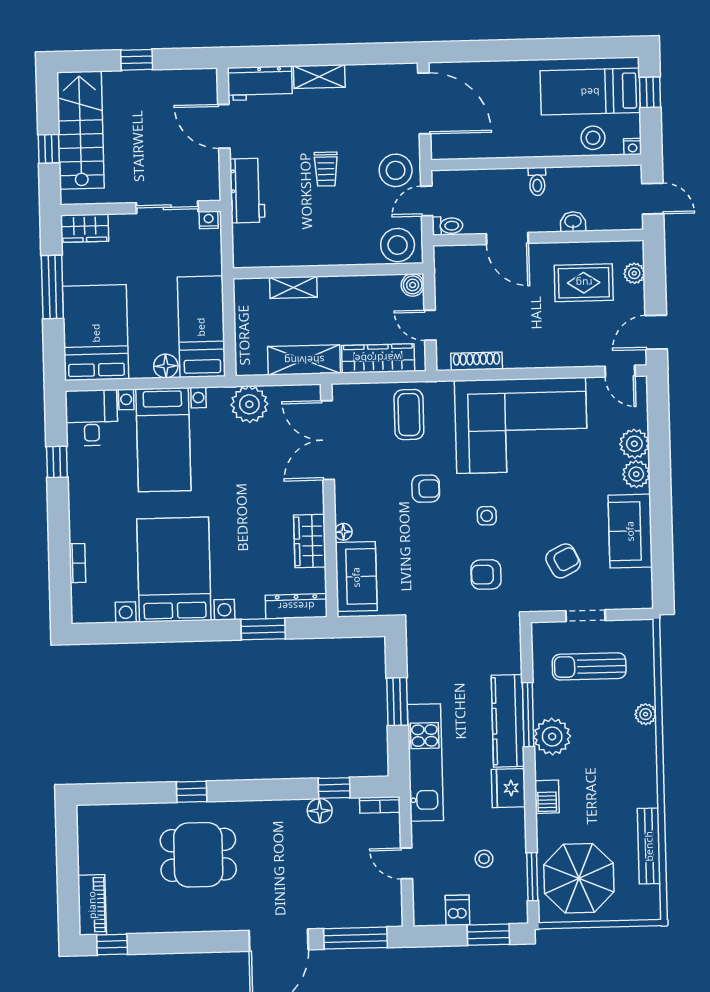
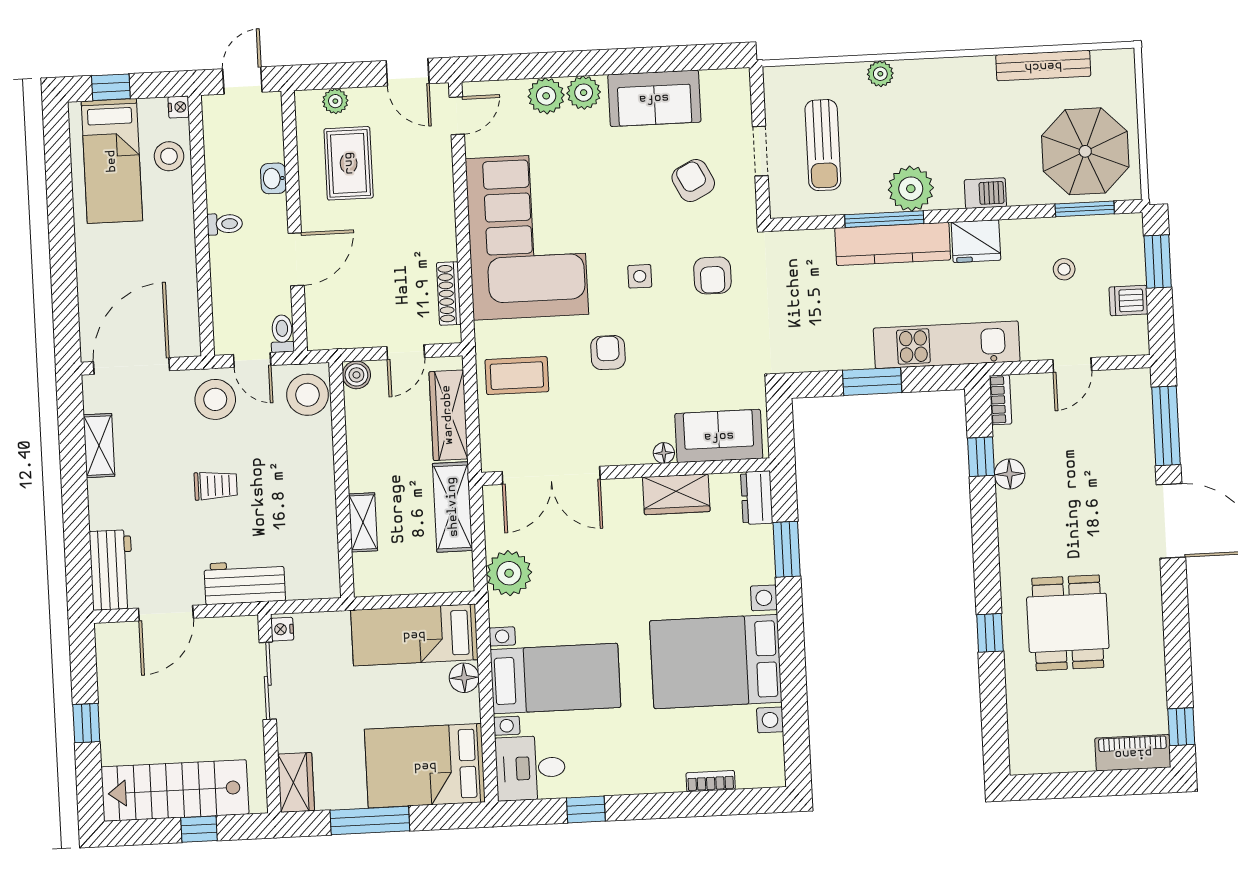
shelving: (319, 77) -> (99, 446), moved
dresser: (296, 606) -> (757, 498), width x0.70

